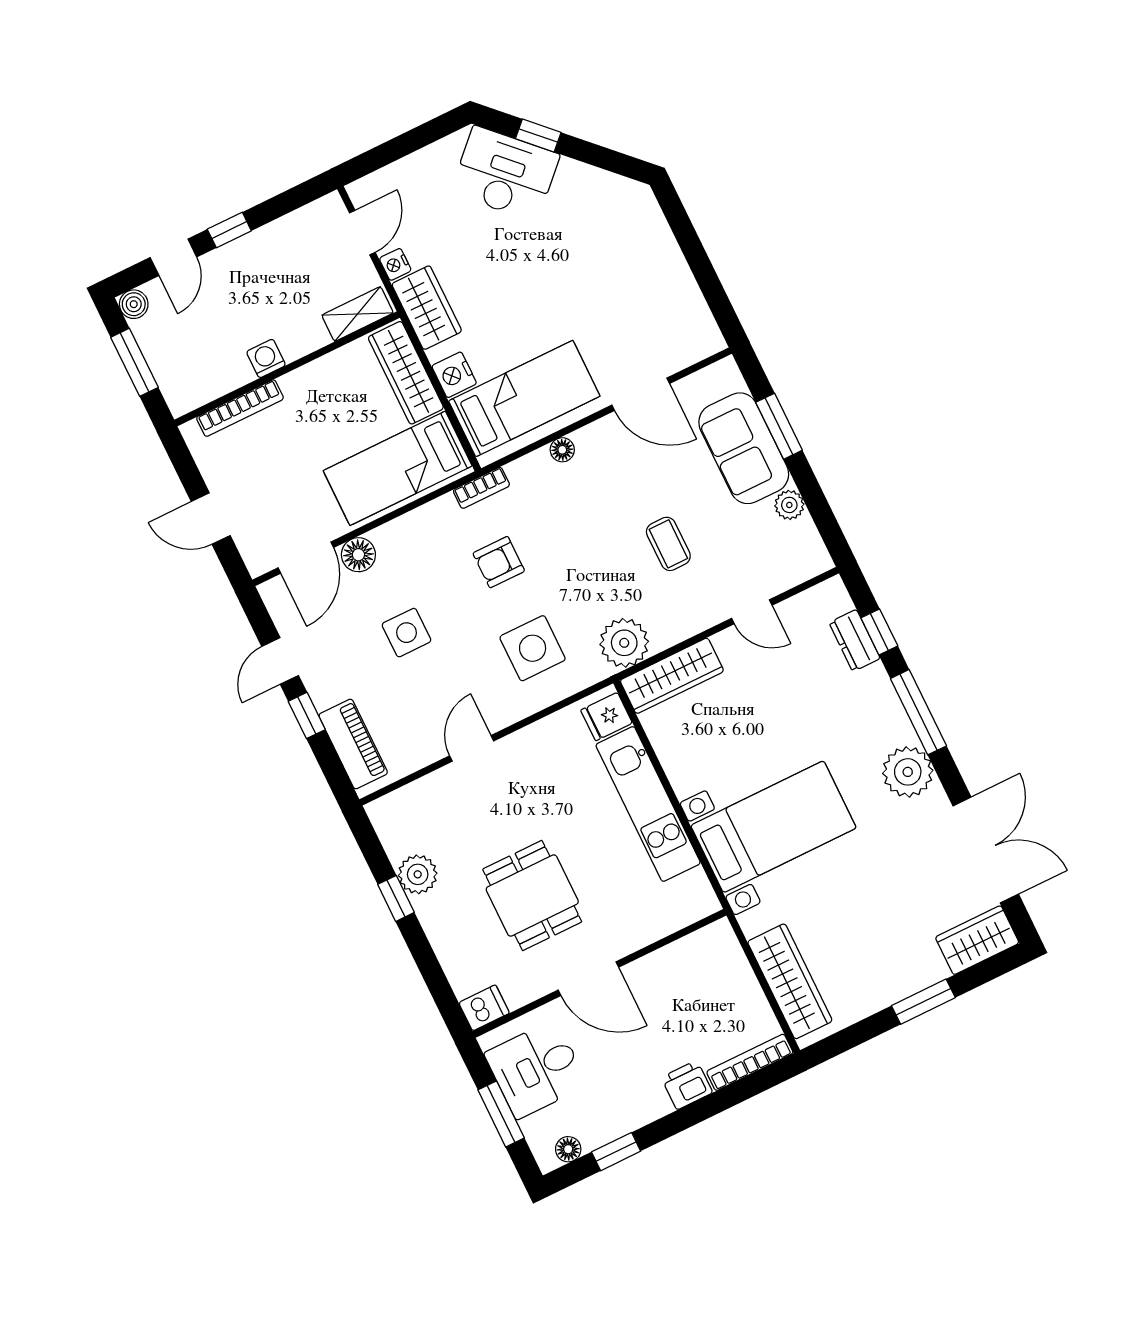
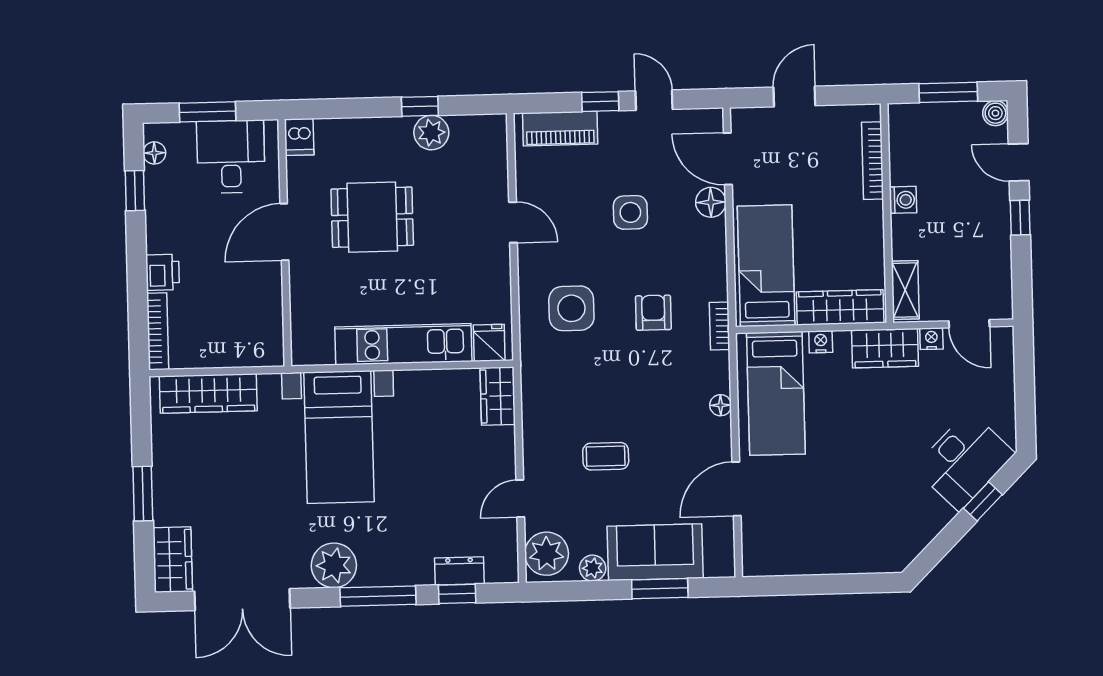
nightstand: (454, 375) -> (821, 342), width x0.72, depth x0.74
plant: (624, 643) -> (547, 554), moved
wardrobe: (672, 676) -> (498, 396), width x0.67

